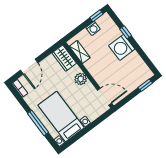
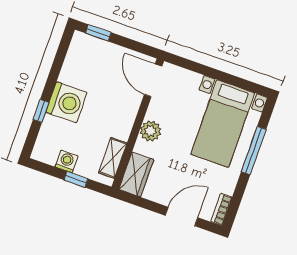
window: (96, 16) -> (76, 179), moved

